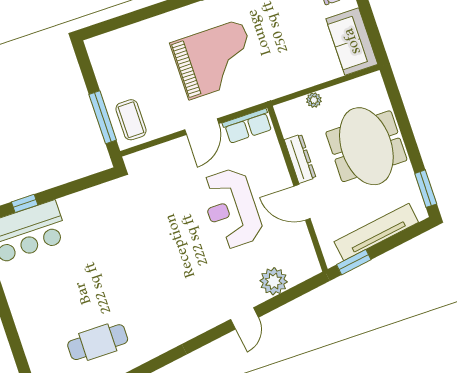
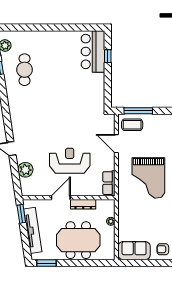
door: (202, 127) -> (116, 144), moved

